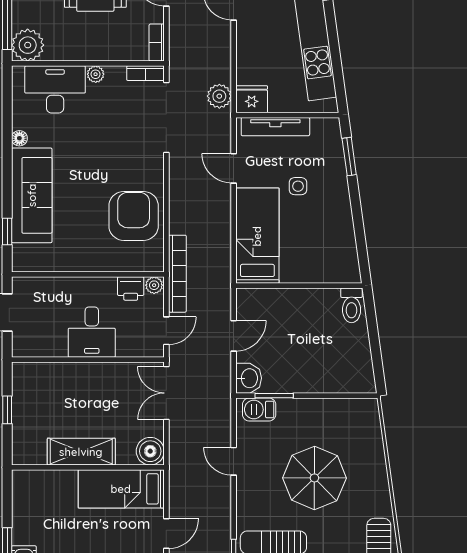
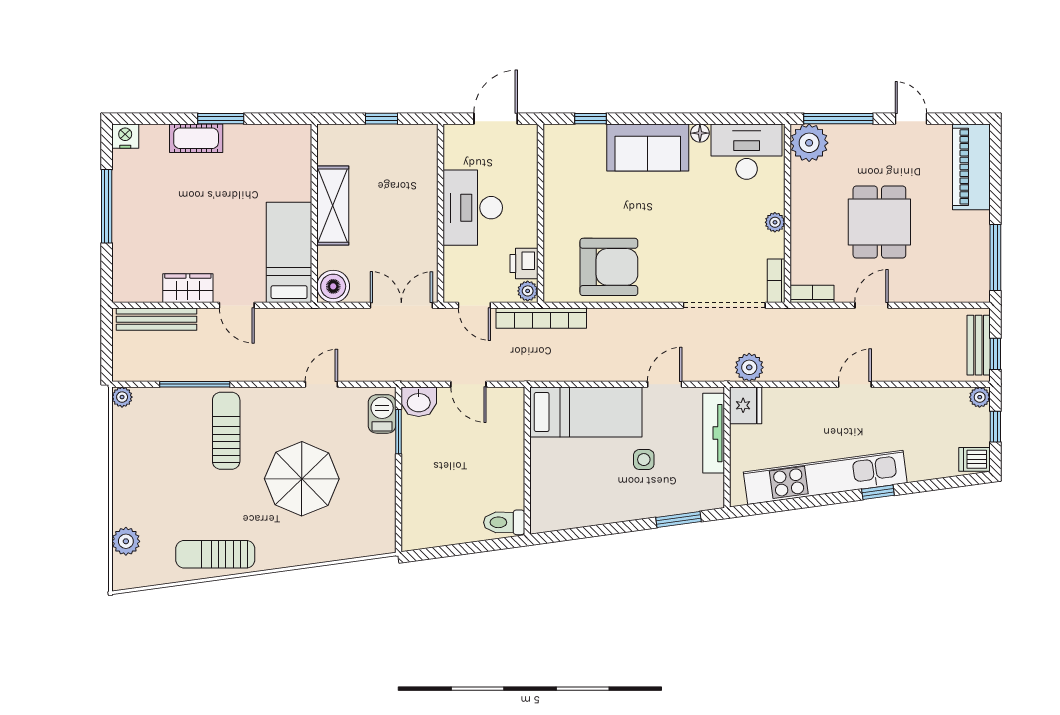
desk: (55, 89) -> (747, 152), moved, turned -90
sofa: (32, 195) -> (648, 148), width x0.73
desk: (92, 332) -> (473, 208), width x1.37

